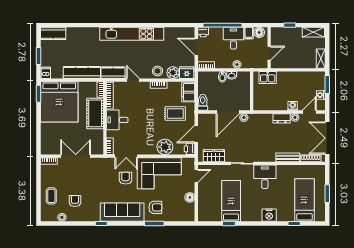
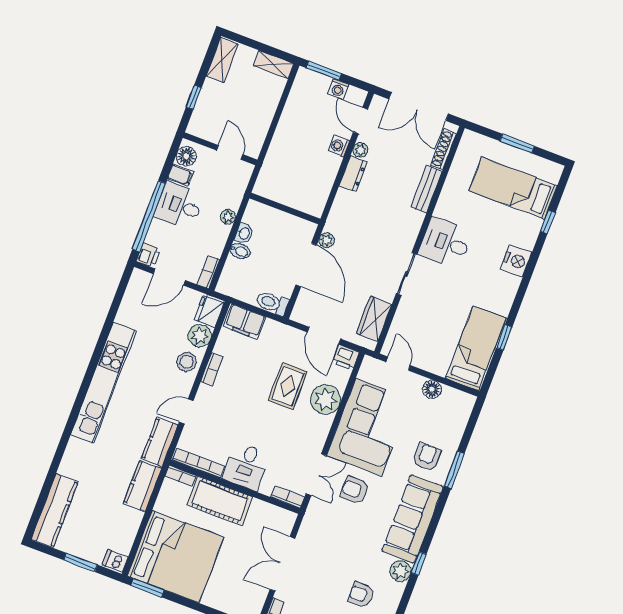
kitchen counter: (53, 33) -> (54, 511), width x1.50
kitchen counter: (82, 72) -> (143, 486), width x0.67
kitchen sink: (268, 78) -> (272, 171), removed
rug: (175, 113) -> (288, 386), moved
bed: (231, 201) -> (476, 348), moved, turned 90
plant: (94, 216) -> (400, 571), added

